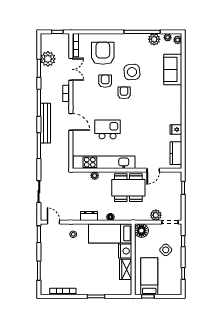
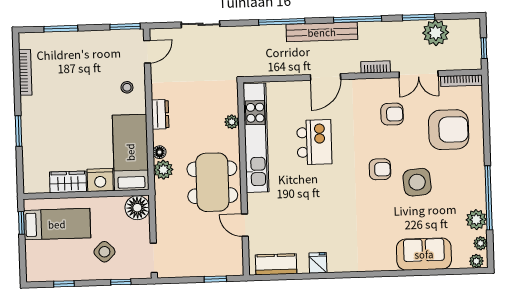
armchair: (105, 81) -> (392, 114), moved
plant: (156, 215) -> (163, 170), moved

